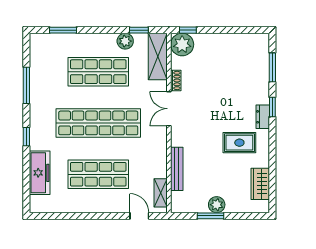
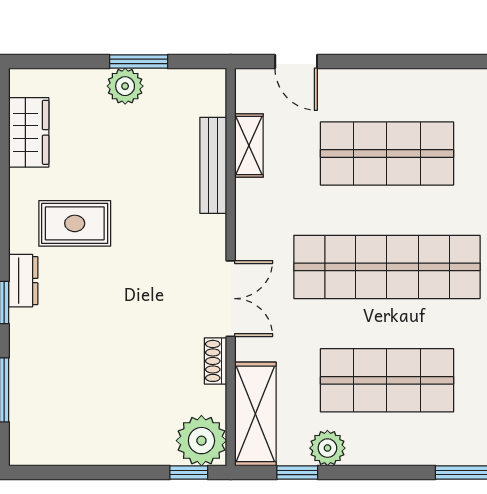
shelving: (161, 193) -> (249, 146), moved

